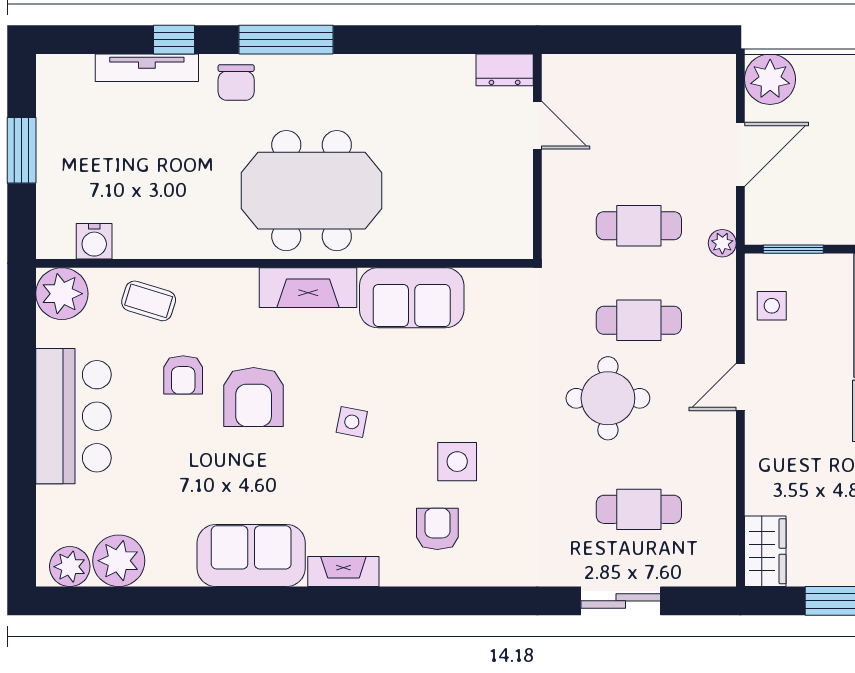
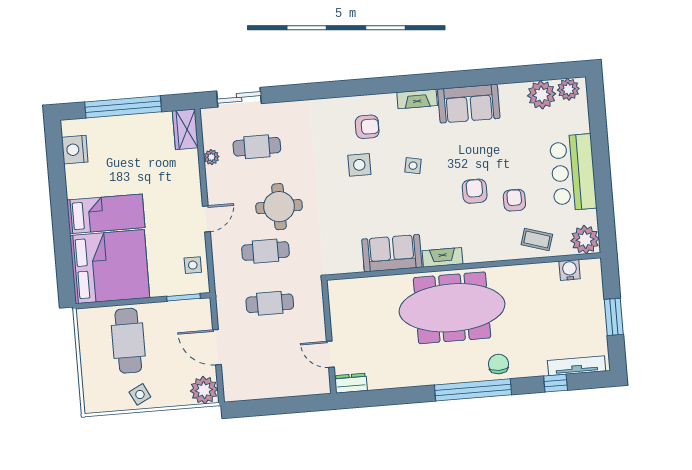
window: (174, 40) -> (556, 383), moved
window: (286, 40) -> (473, 390), width x1.46
tv unit: (147, 68) -> (577, 366), moved
door: (740, 154) -> (217, 347), hinge flipped
meeting table: (312, 191) -> (452, 308), width x1.36
plant: (722, 243) -> (211, 157), moved
fireplace: (308, 288) -> (442, 257), width x0.73, depth x0.76
armchair: (254, 397) -> (475, 191), width x0.72, depth x0.72
side table: (352, 422) -> (413, 166), moved
armchair: (437, 529) -> (367, 127), turned -90
sliding door: (621, 601) -> (239, 97), moved

